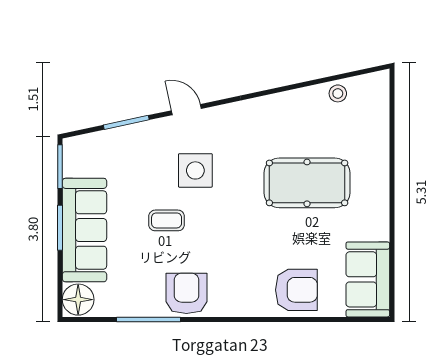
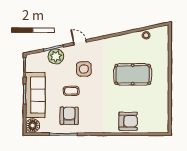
plant: (131, 142) -> (56, 56), added
sofa: (368, 279) -> (159, 117), removed
armchair: (186, 293) -> (69, 116), moved

